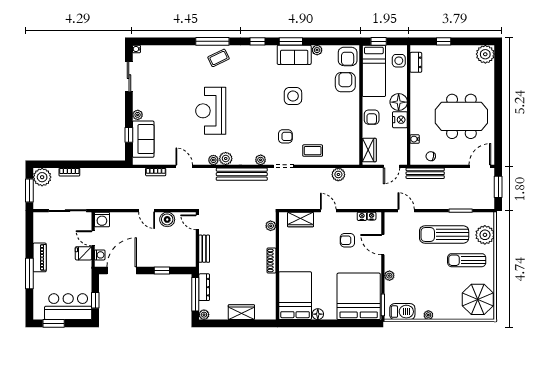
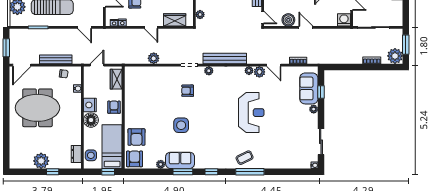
plant: (485, 54) -> (41, 161), moved
coffee table: (313, 151) -> (164, 79), removed
plant: (226, 158) -> (259, 72), moved
bench: (425, 173) -> (56, 59), moved
plant: (338, 174) -> (154, 58), moved

